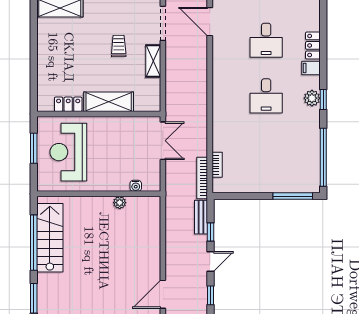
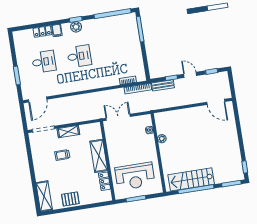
pallet: (49, 48) -> (70, 199), added

